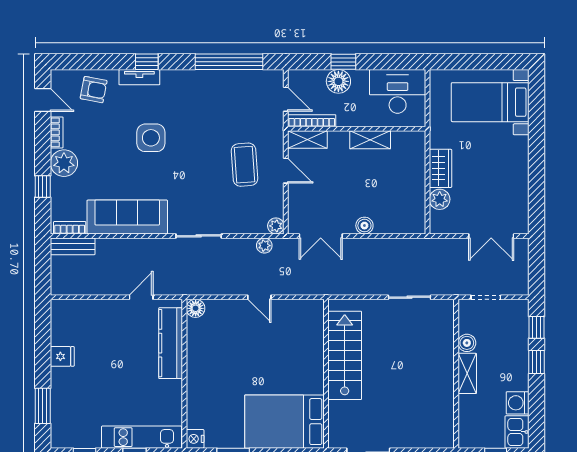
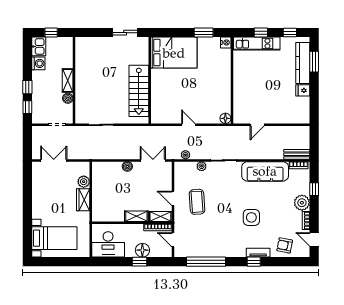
shelving: (370, 140) -> (136, 216), moved
plant: (276, 226) -> (202, 166), moved
kitchen counter: (171, 343) -> (303, 63), moved, turned 180

